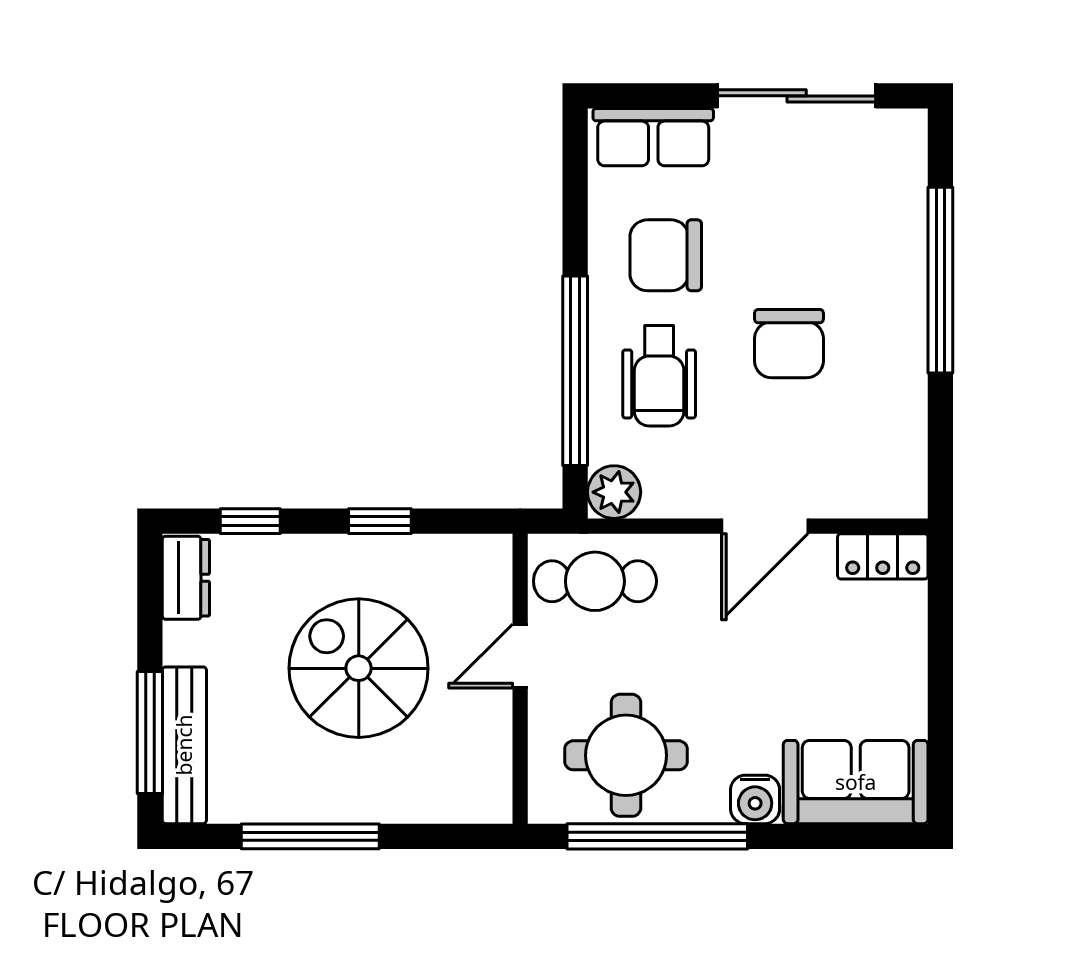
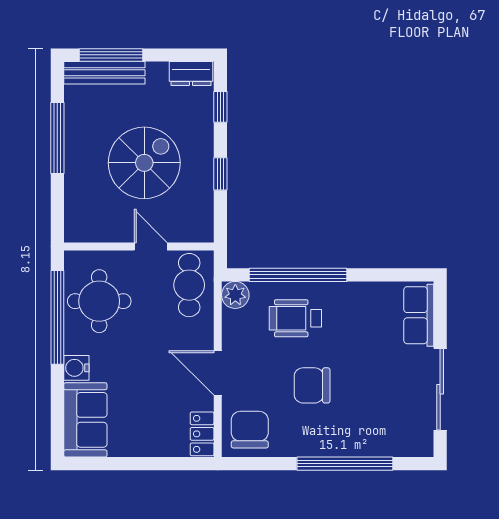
chair: (666, 255) -> (250, 430), moved

